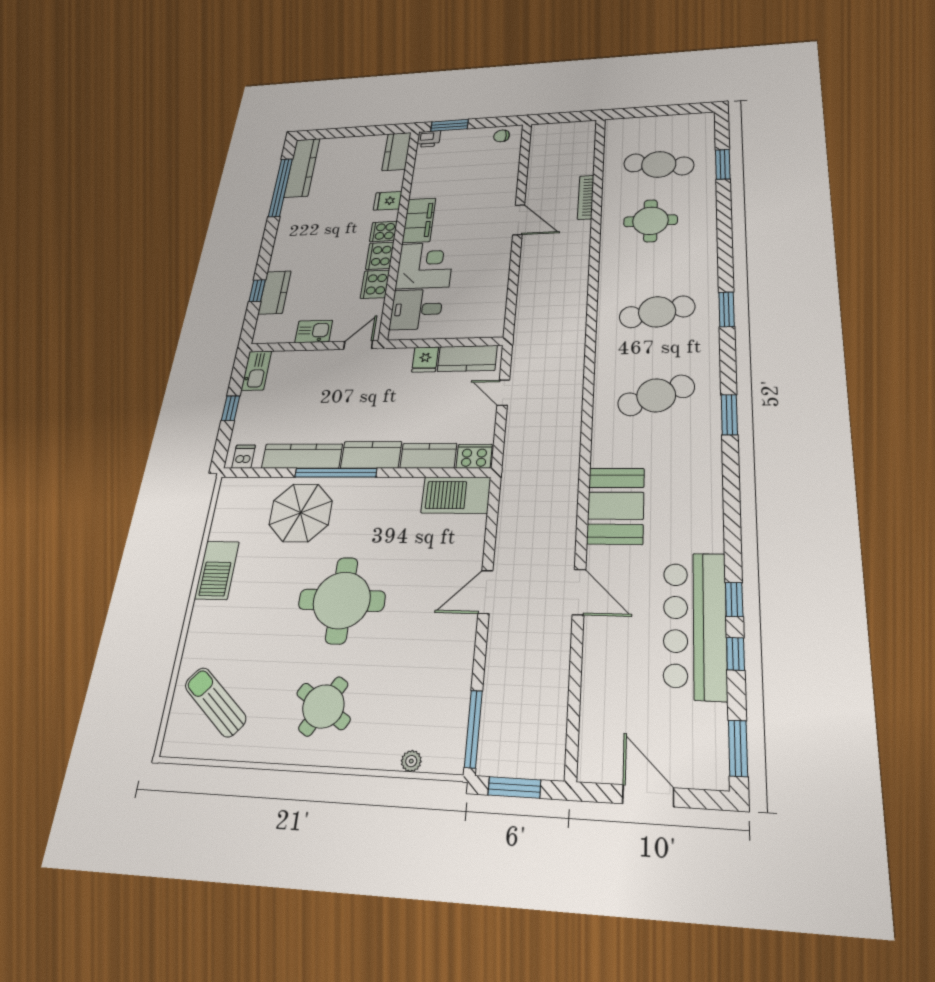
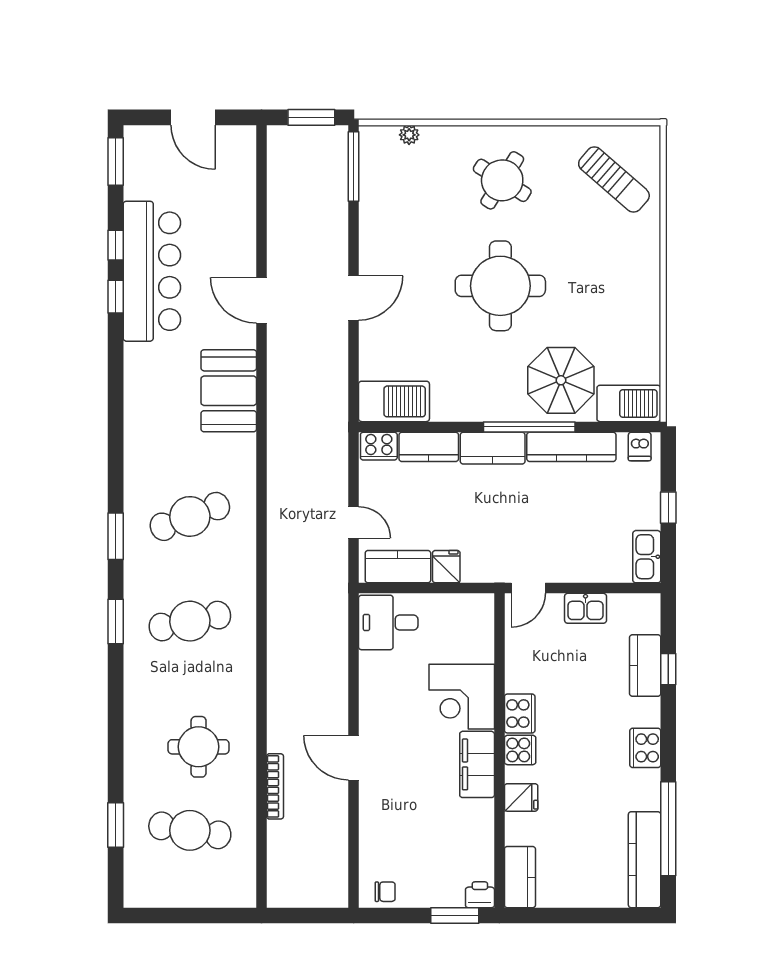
cooker: (375, 284) -> (645, 748), moved, turned 180
desk: (416, 309) -> (388, 622), moved, turned 180
window: (729, 415) -> (116, 536), moved
barbecue: (217, 570) -> (629, 403), moved, turned 90

